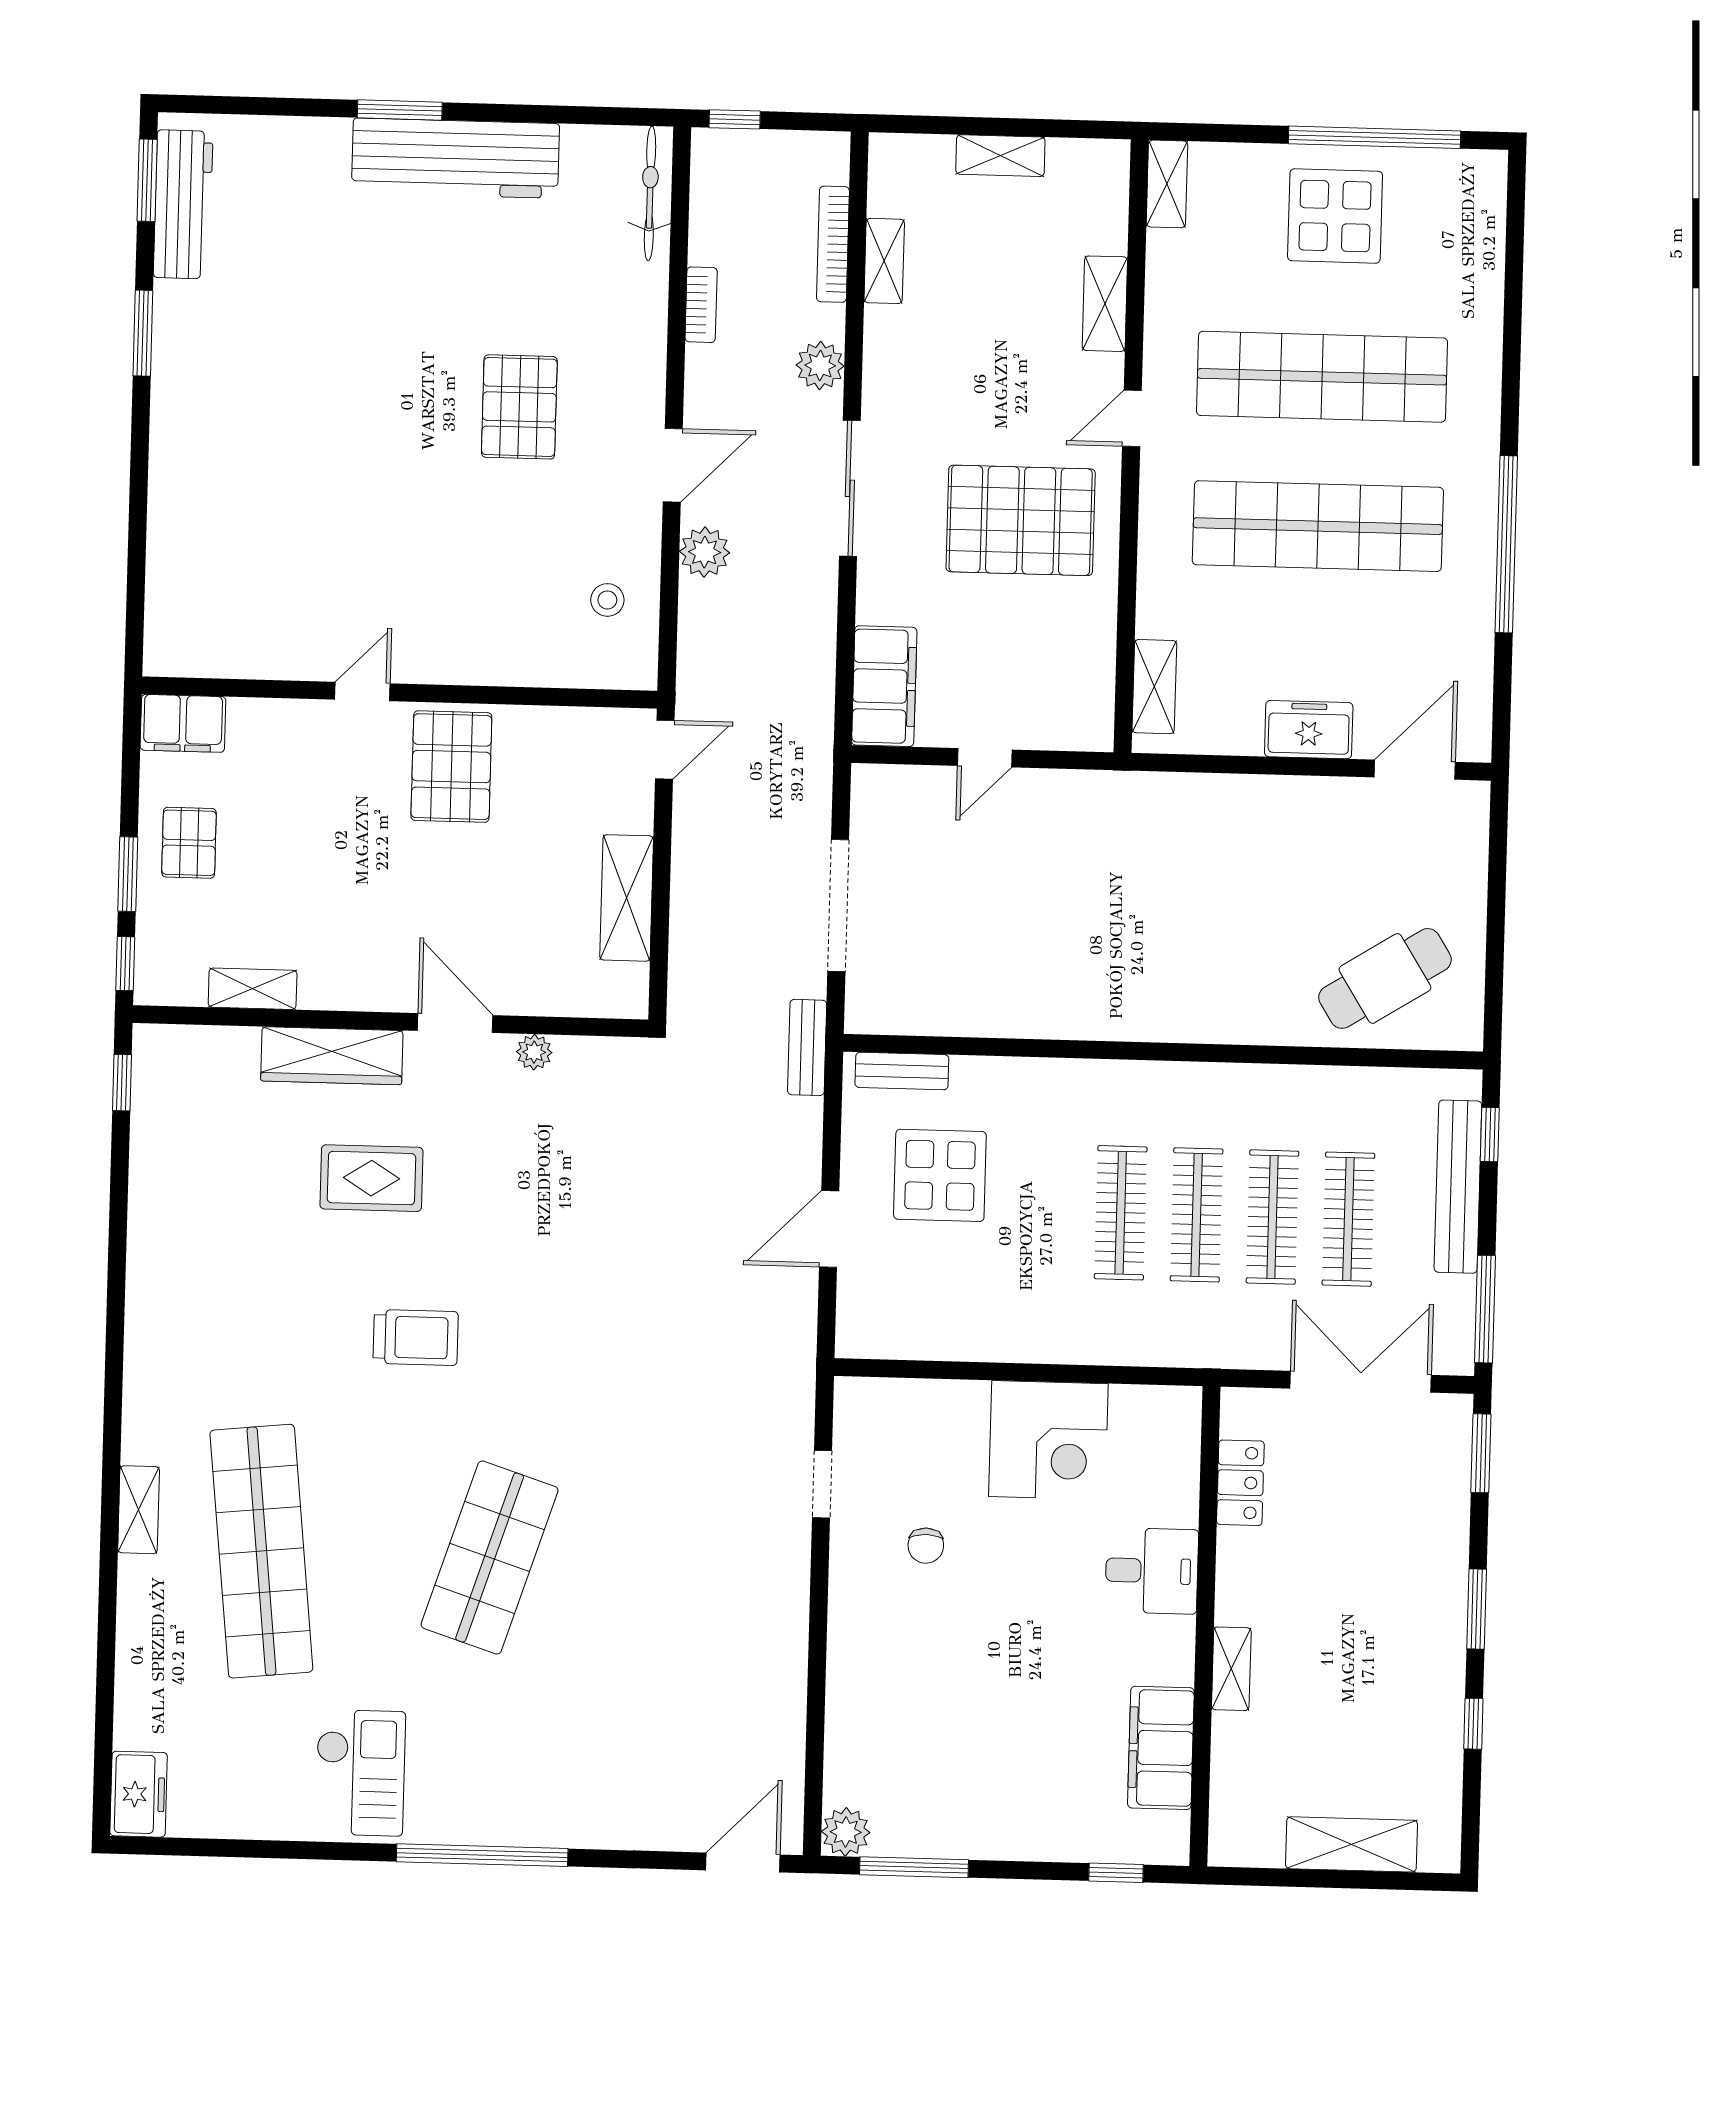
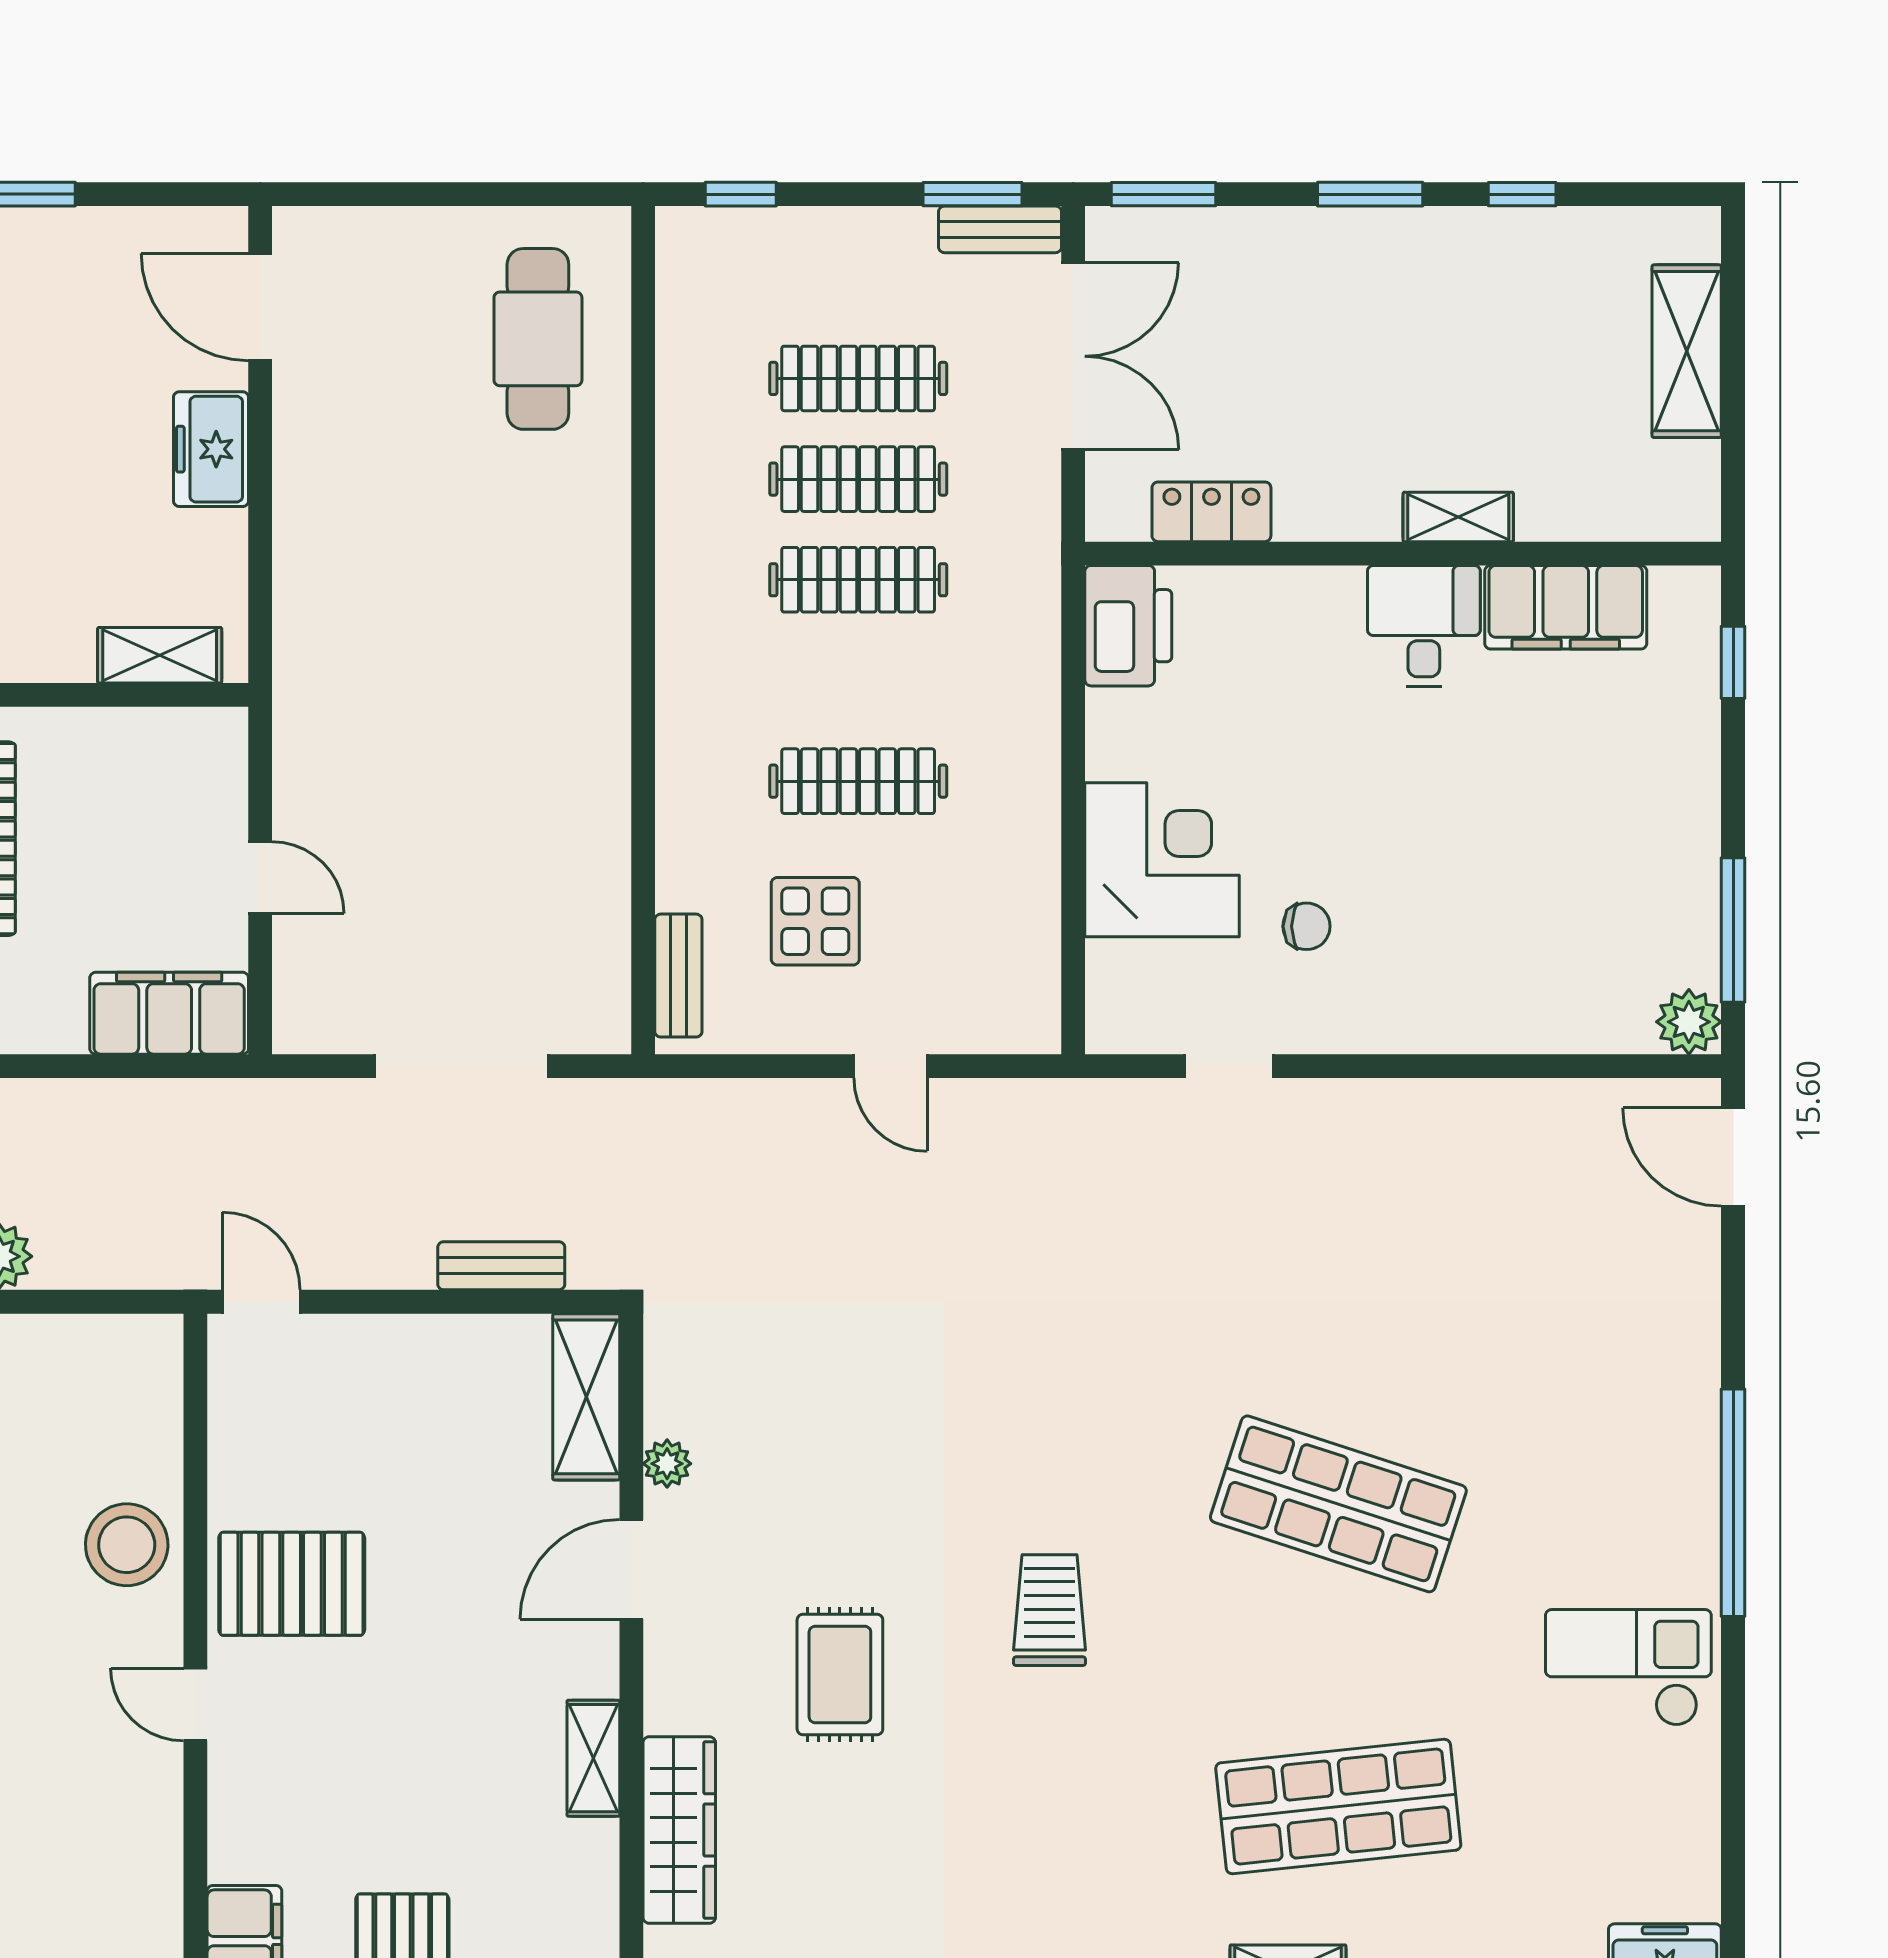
stool: (607, 600) -> (127, 1545), moved, width x1.89, depth x1.89
shelving: (627, 898) -> (586, 1397), moved, turned 90
cafe table: (1385, 978) -> (538, 339), turned 32
shelving: (253, 989) -> (593, 1758), moved
bench: (807, 1047) -> (501, 1266), moved
wardrobe: (332, 1056) -> (679, 1830), moved
display table: (940, 1175) -> (815, 921), width x0.73, depth x0.73
bench: (1458, 1187) -> (1000, 229), moved, width x0.54, depth x0.82
clothes rail: (1121, 1213) -> (858, 781), moved
door: (829, 1229) -> (890, 1066), width x0.73
window: (1485, 1309) -> (972, 194), width x0.69
double door: (1361, 1382) -> (1073, 356), swing flipped
printer: (1156, 1418) -> (1128, 626), added
corner desk: (1048, 1440) -> (1162, 860), moved
shop shelf: (261, 1551) -> (1338, 1807), width x0.71
desk: (1152, 1571) -> (1424, 626), moved

